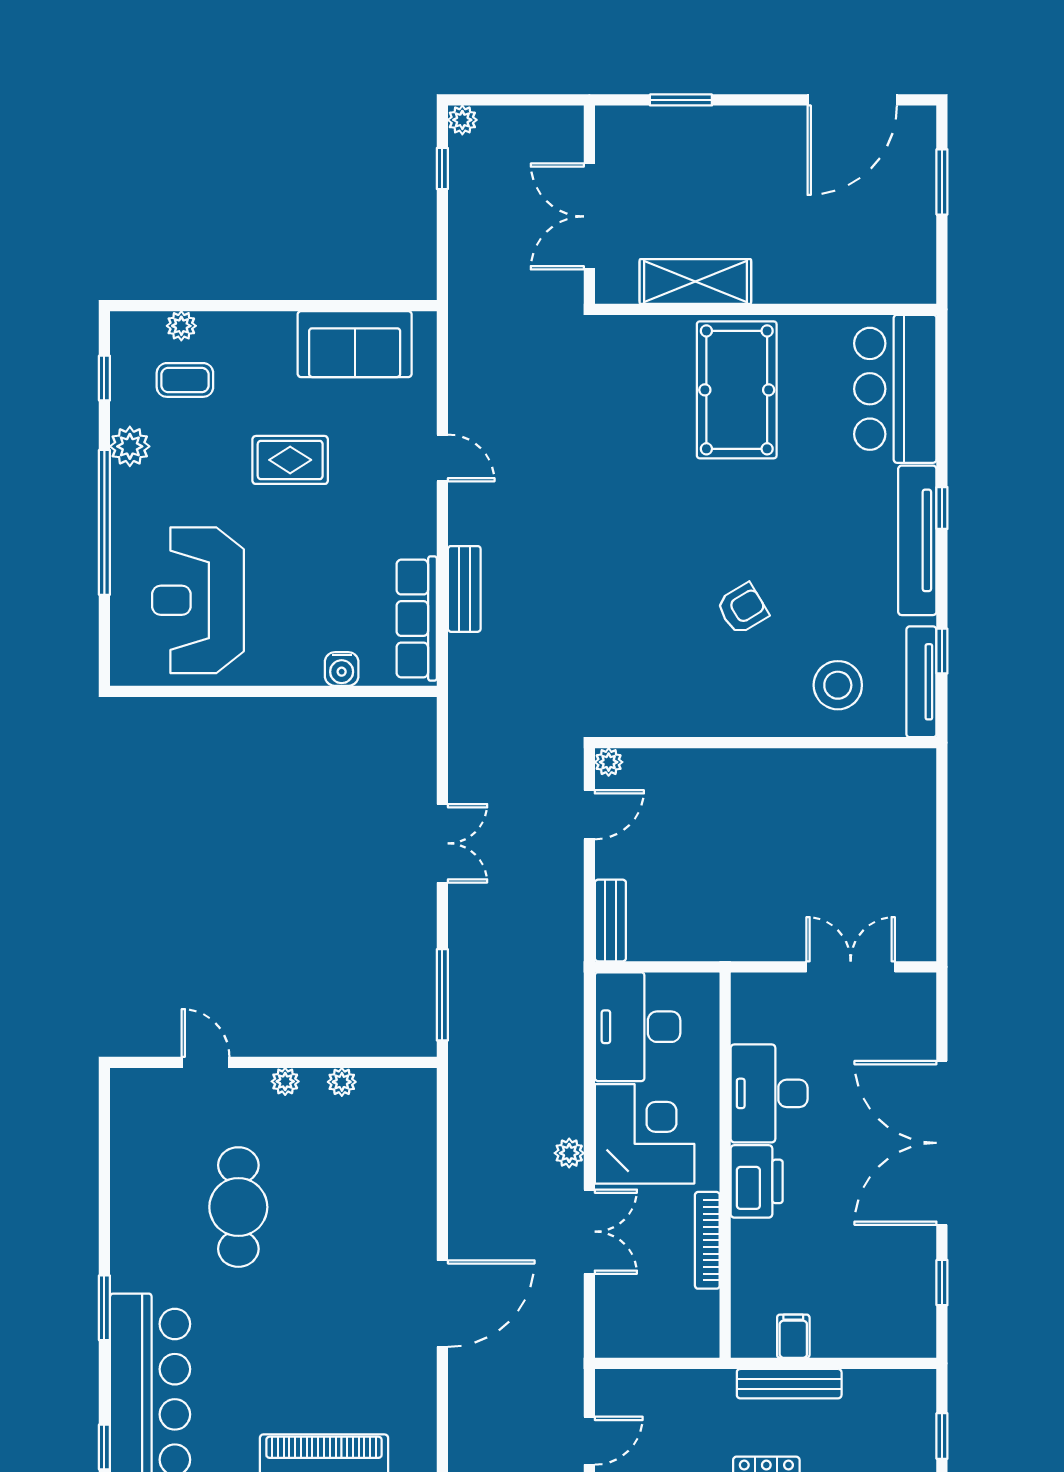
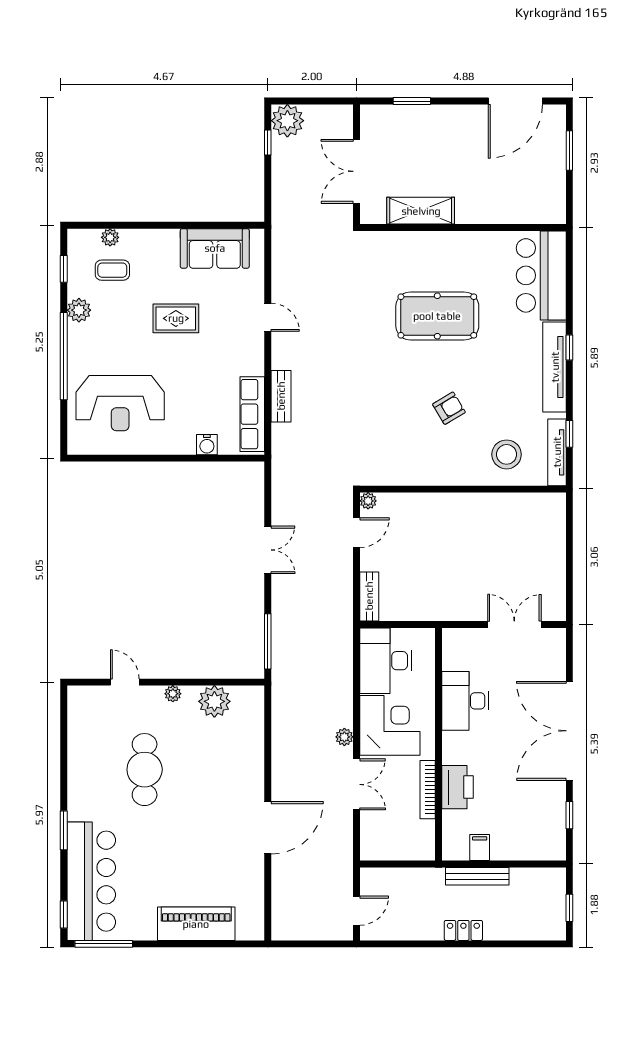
plant: (462, 120) -> (287, 121), width x1.88, depth x1.88
pool table: (737, 390) -> (437, 316), moved, turned 90
reception desk: (198, 600) -> (120, 403), turned -90
plant: (342, 1082) -> (214, 701), width x1.87, depth x1.87
printer: (757, 1181) -> (458, 787), moved

